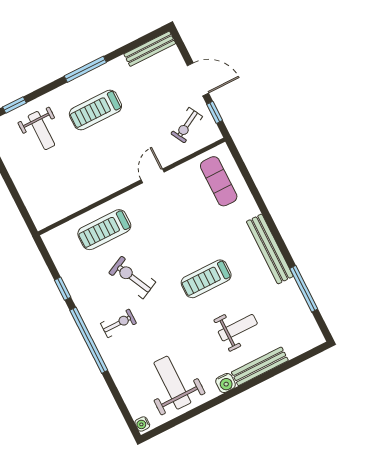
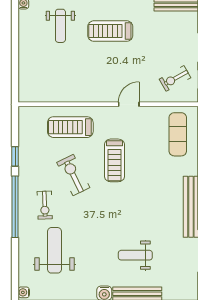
treadmill: (206, 279) -> (114, 160), moved, turned -90
exercise bike: (119, 323) -> (45, 205), turned 88
weight bench: (238, 328) -> (135, 255), turned 180
weight bench: (172, 383) -> (54, 250), moved

